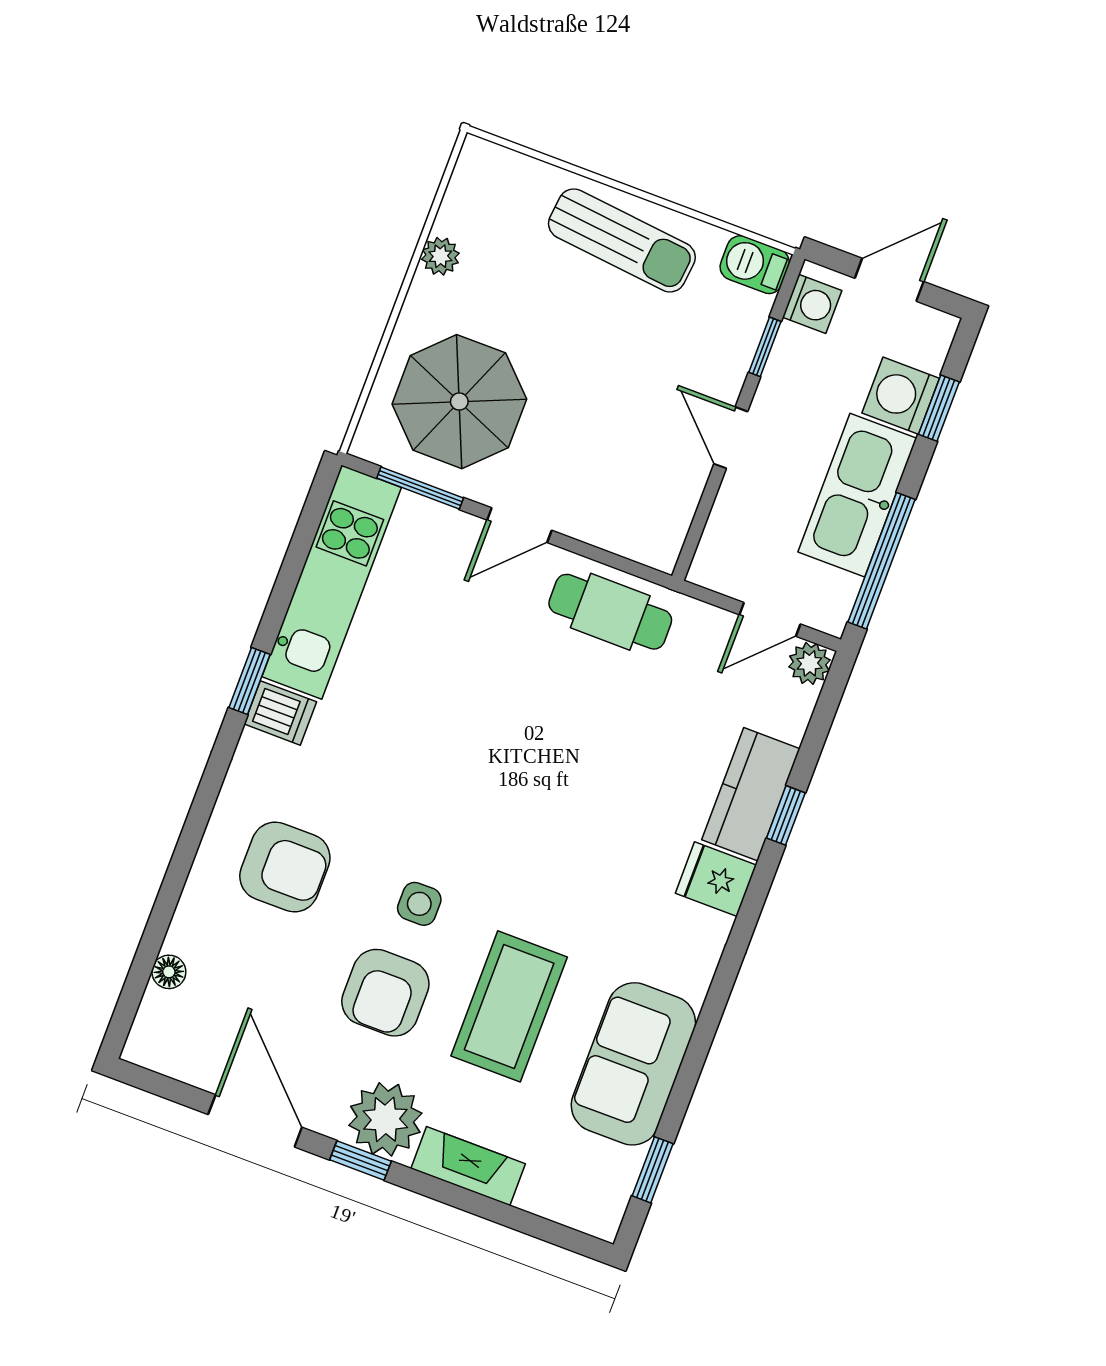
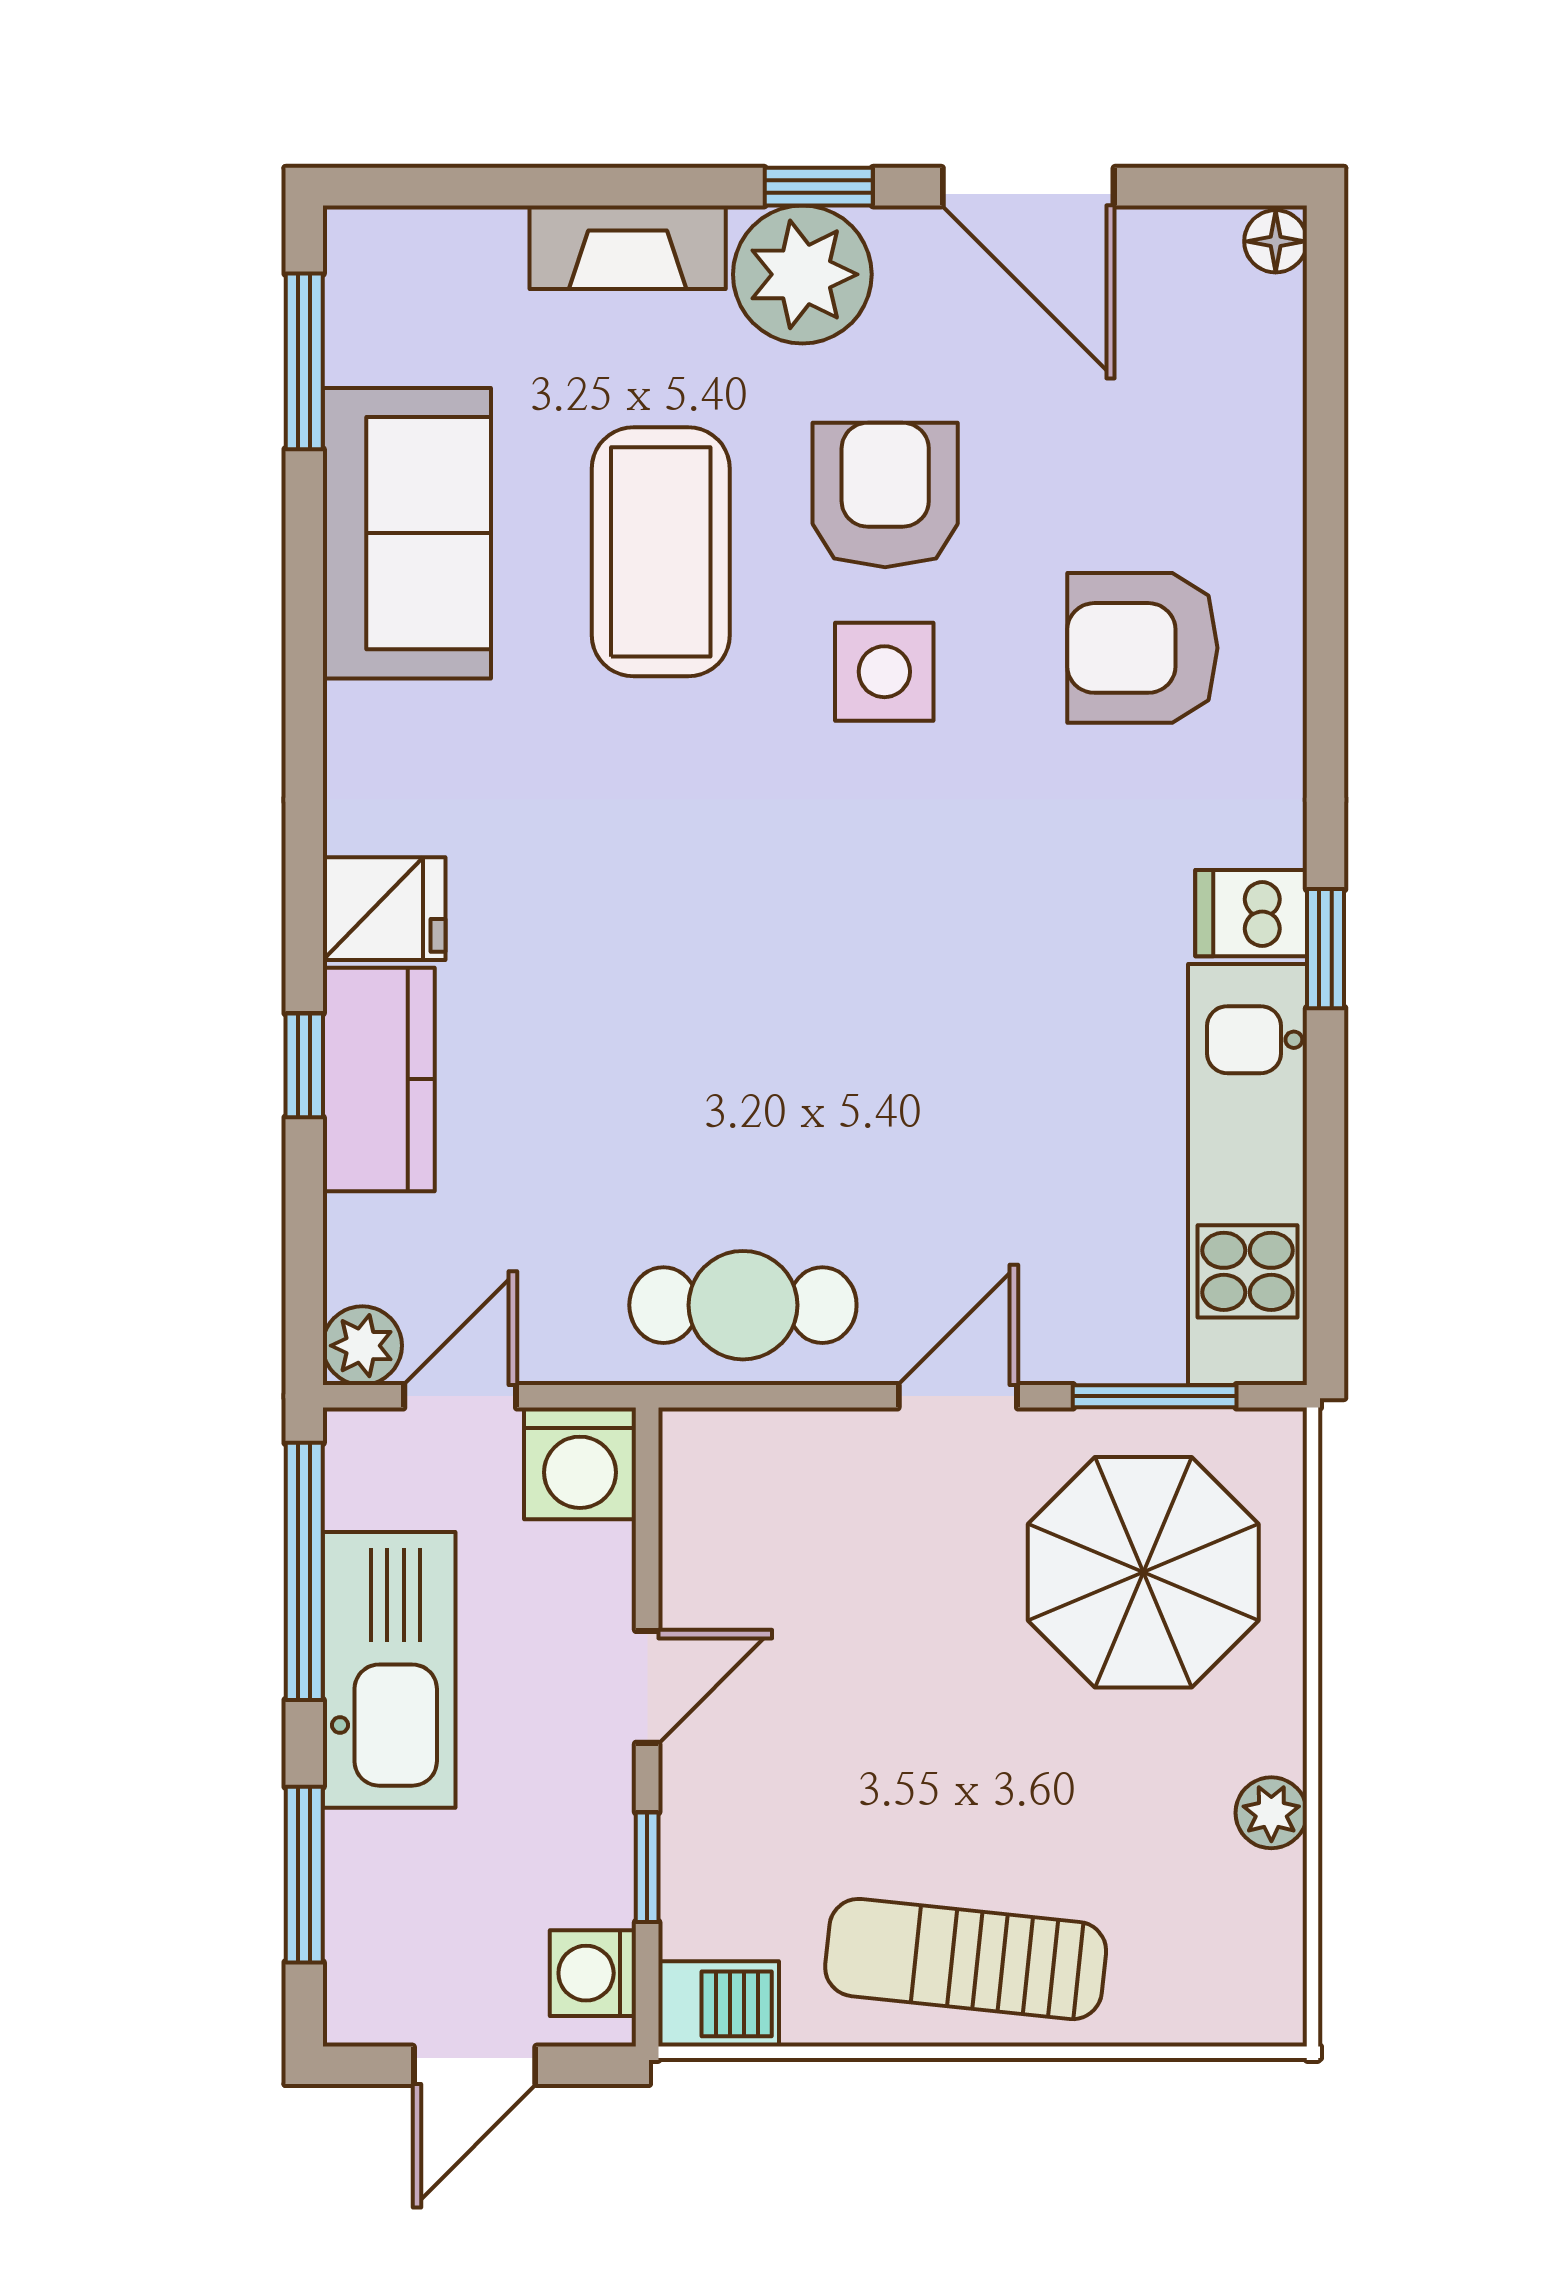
washing machine: (901, 396) -> (580, 1463), moved, turned 90
window: (939, 408) -> (304, 1875), width x1.50
door: (731, 438) -> (647, 1687), hinge flipped
side table: (419, 904) -> (884, 672), width x1.37, depth x1.37
floor lamp: (169, 972) -> (1276, 241), moved
window: (653, 1170) -> (304, 361), width x1.50

